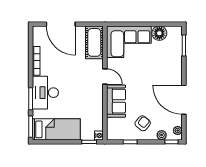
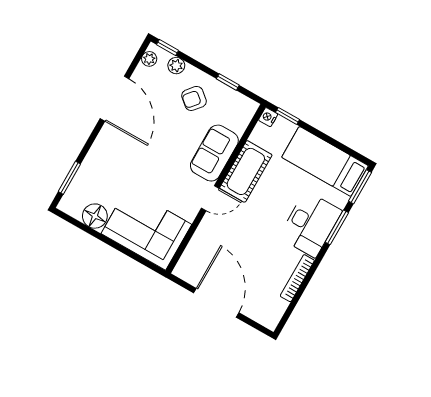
door: (61, 24) -> (216, 303), moved
cot: (94, 42) -> (246, 171), moved
door: (105, 76) -> (210, 198), swing flipped

